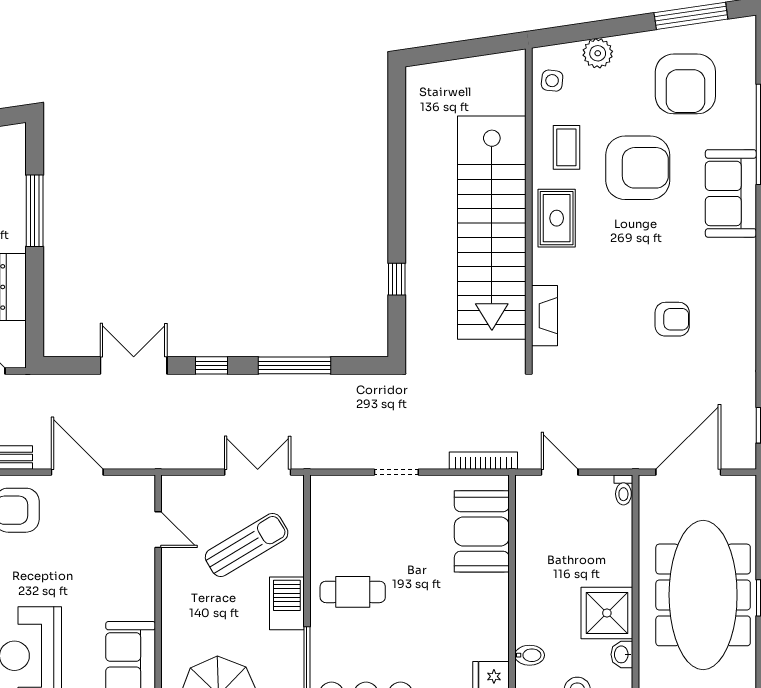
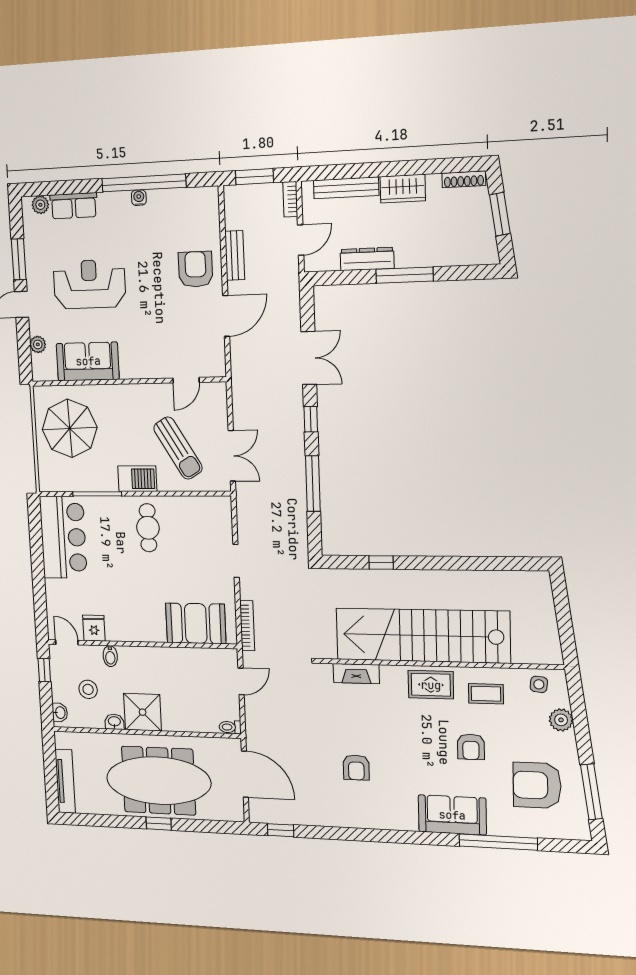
armchair: (638, 168) -> (471, 747), width x0.53, depth x0.53
window: (35, 211) -> (405, 275), moved

